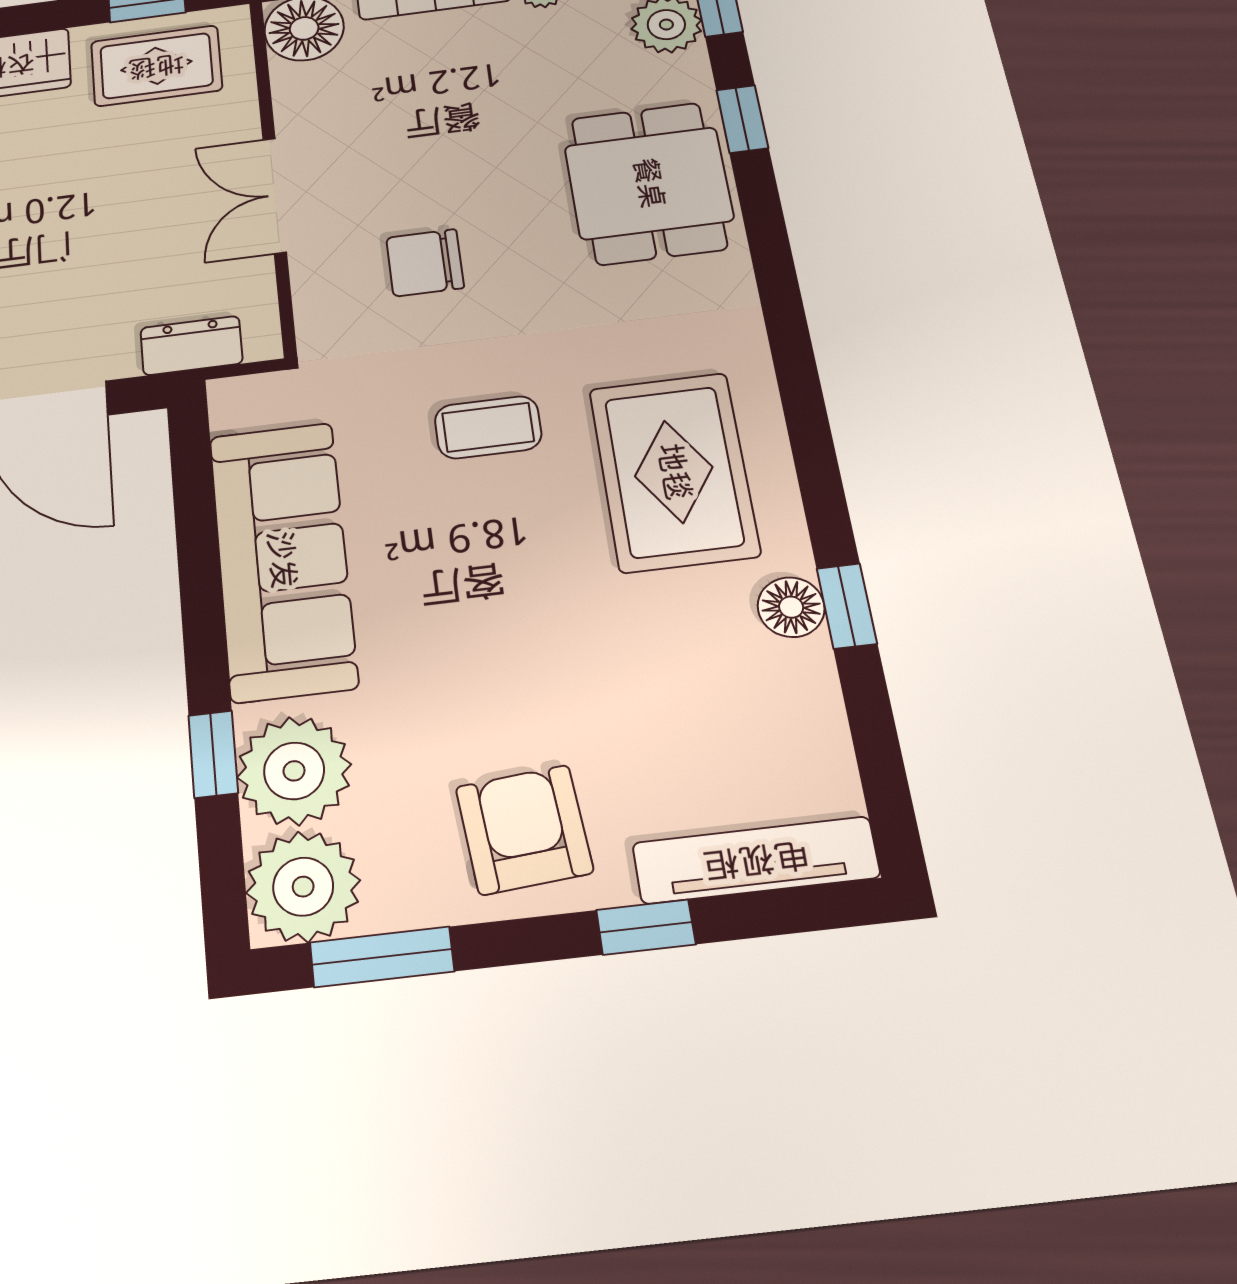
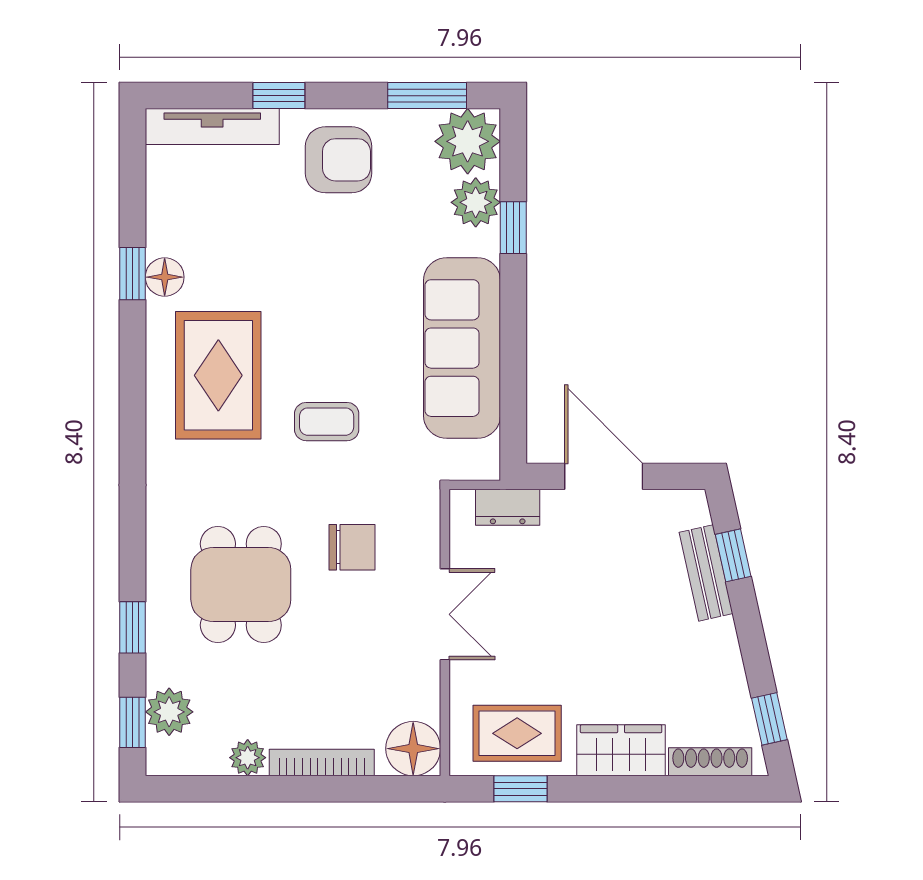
dining table: (649, 183) -> (241, 584), moved
plant: (294, 771) -> (476, 202), width x0.73, depth x0.73
armchair: (524, 830) -> (339, 160), turned -85

